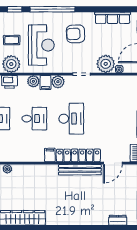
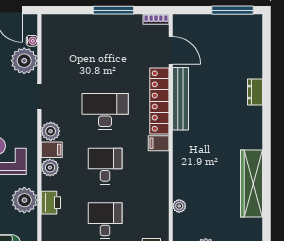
dresser: (118, 220) -> (255, 92), moved

